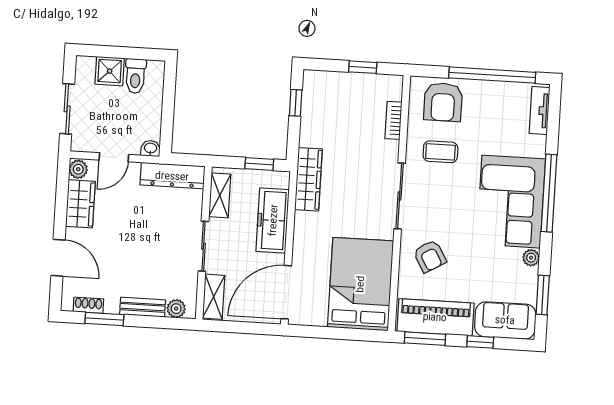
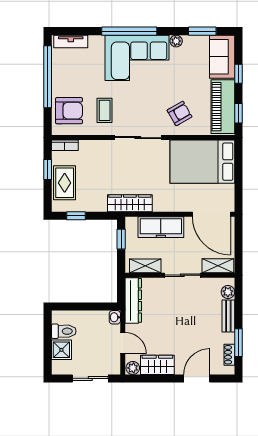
rug: (343, 90) -> (65, 183), added
bookcase: (393, 120) -> (65, 145), moved
window: (425, 339) -> (238, 113), width x0.67

